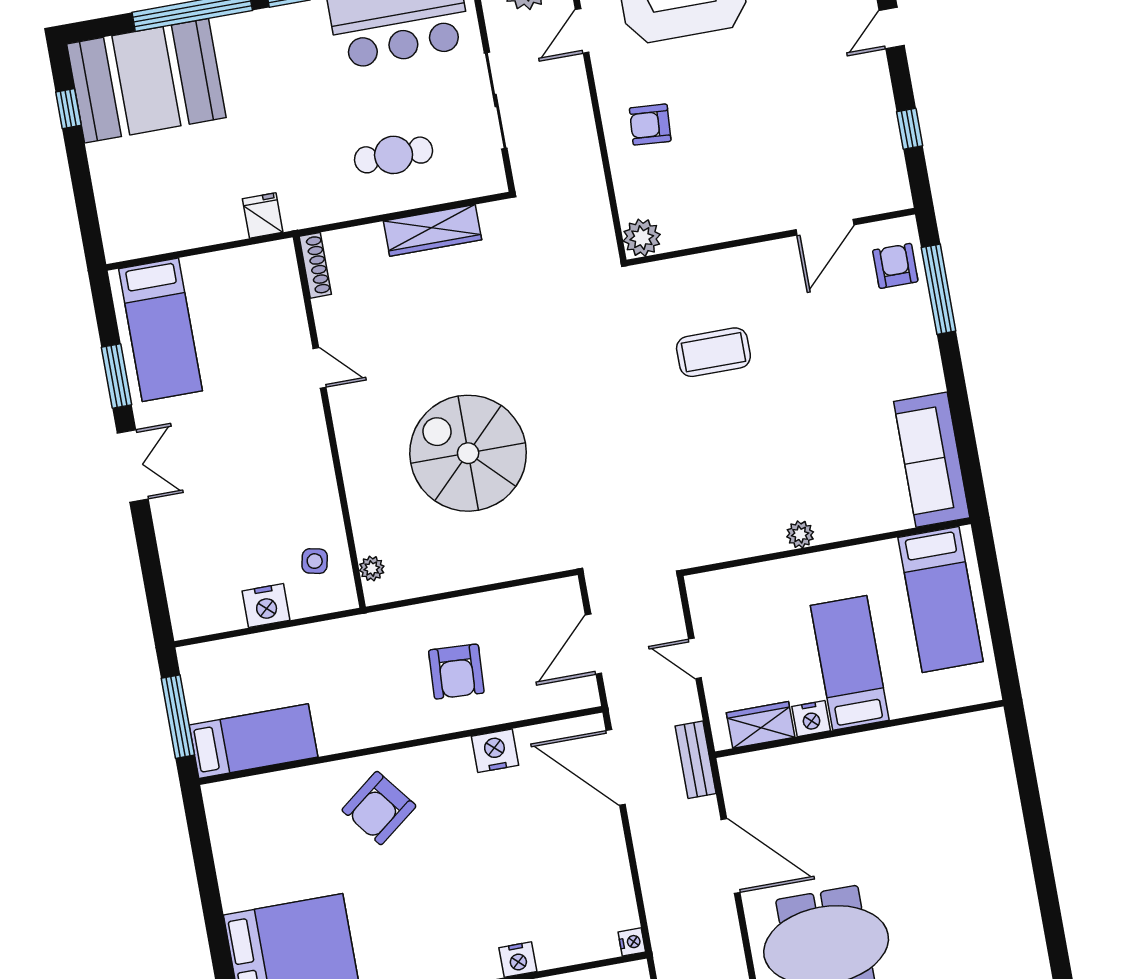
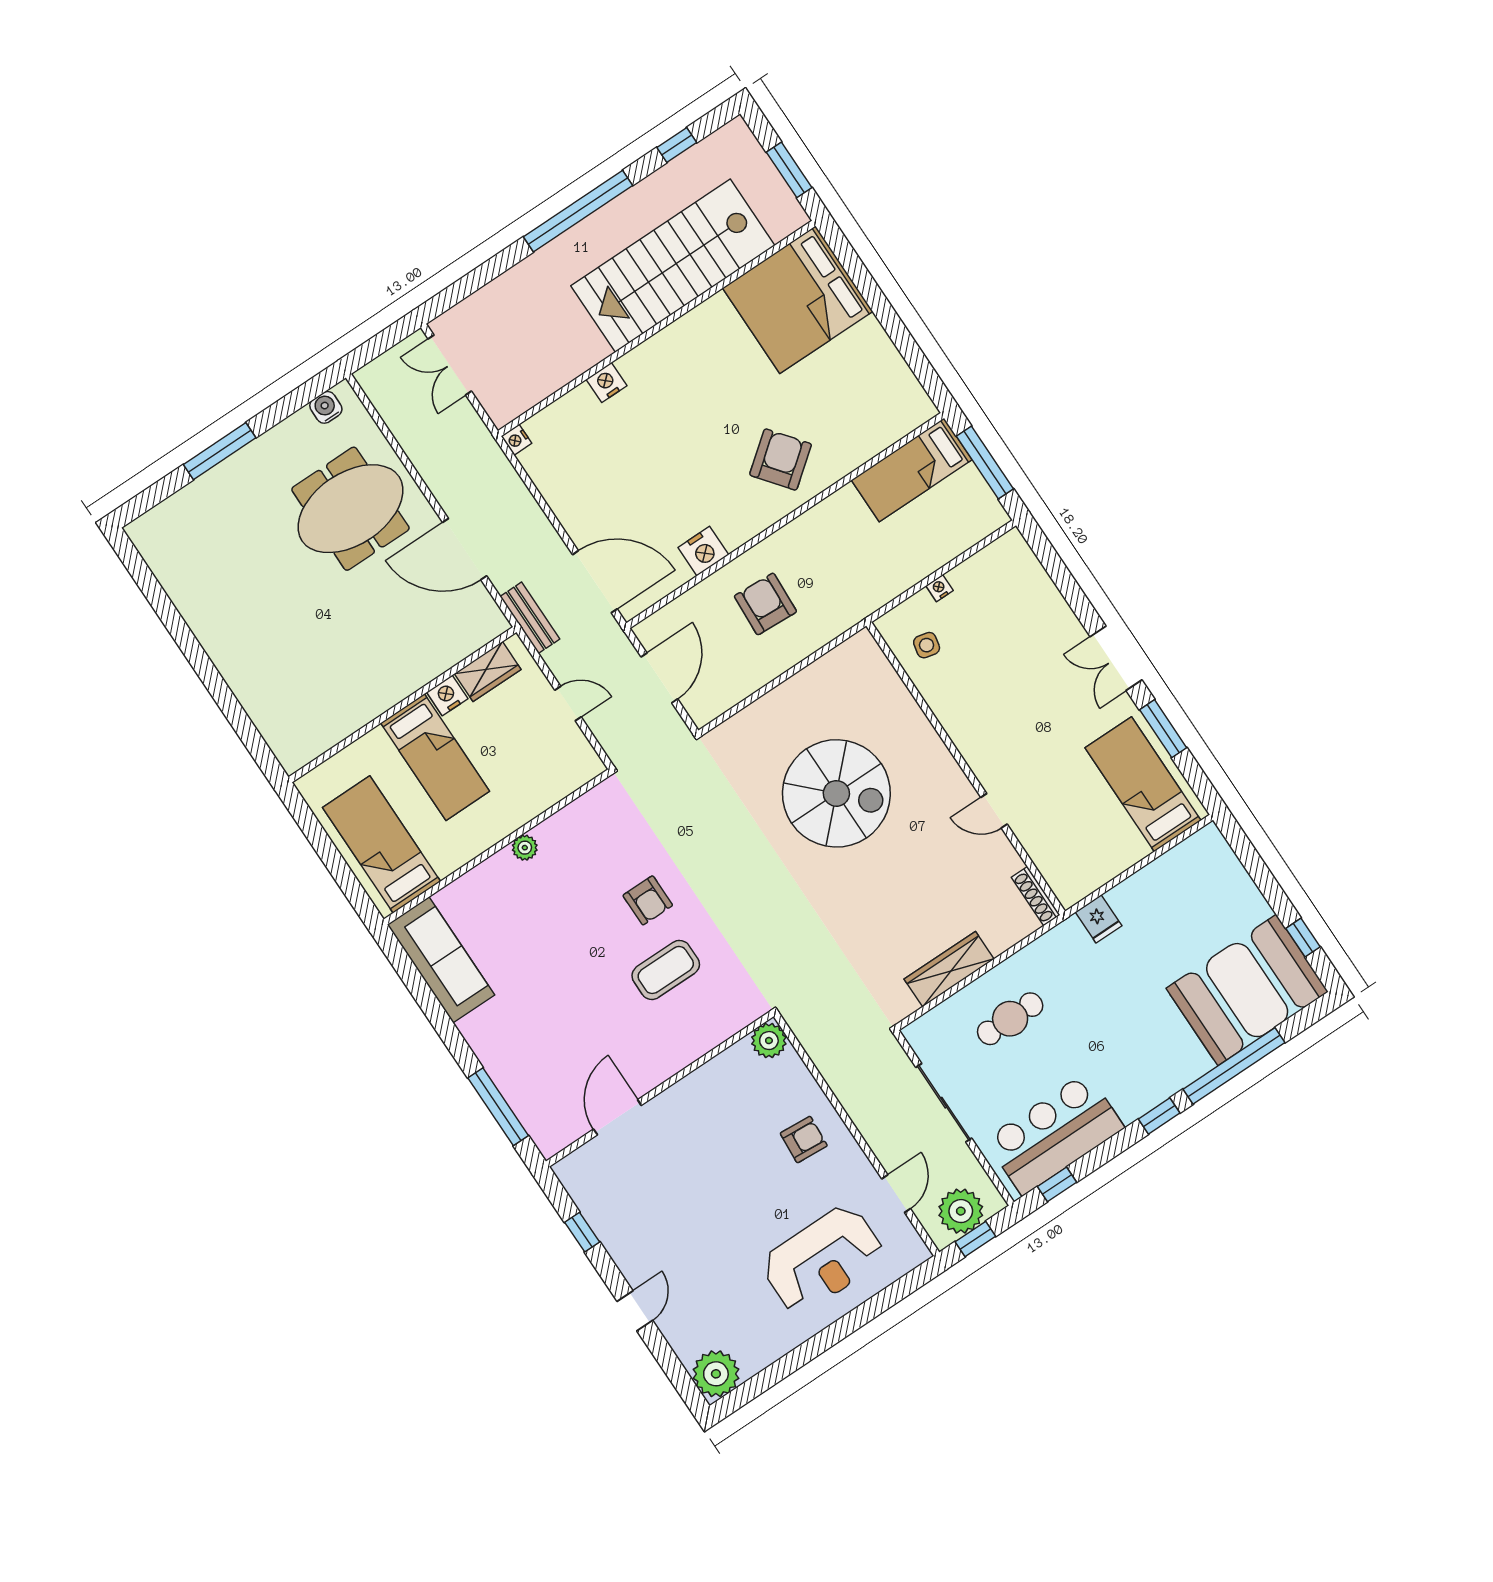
armchair: (895, 266) -> (648, 900), moved
plant: (372, 568) -> (875, 660), removed
nightstand: (266, 606) -> (939, 588), width x0.53, depth x0.56

